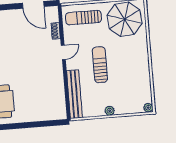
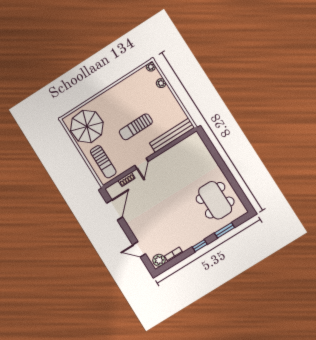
door: (63, 52) -> (141, 163), swing flipped
plant: (110, 111) -> (161, 83), moved

